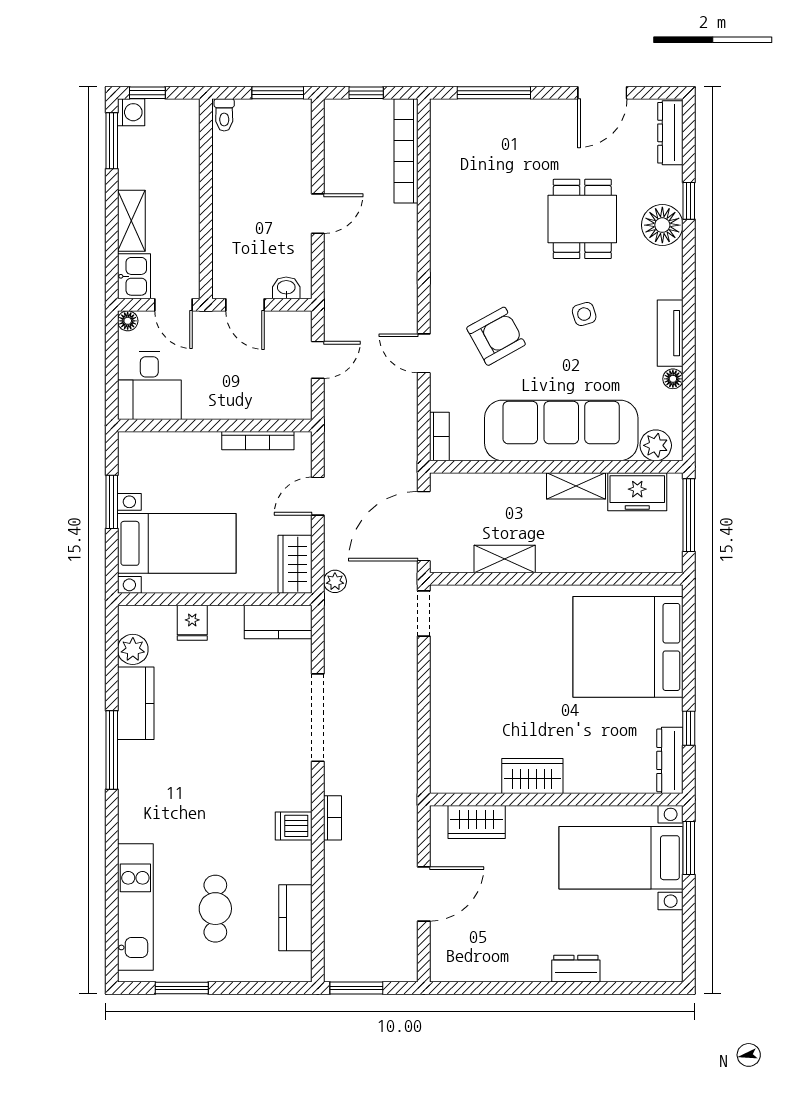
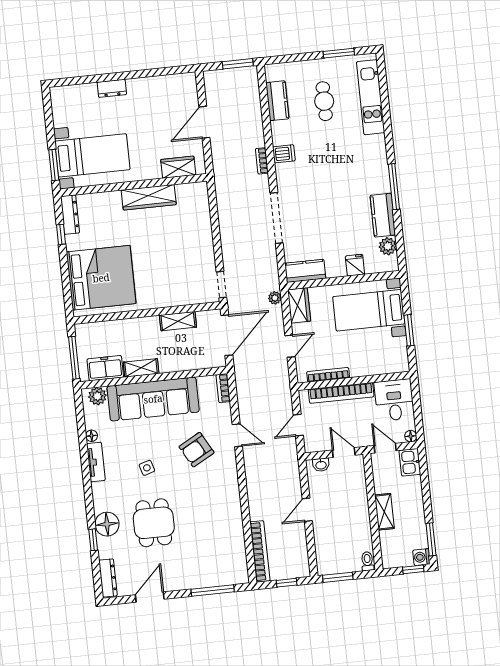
shelving: (131, 221) -> (384, 512), moved
bookcase: (239, 407) -> (341, 393), added
wardrobe: (532, 776) -> (149, 197), width x1.50

